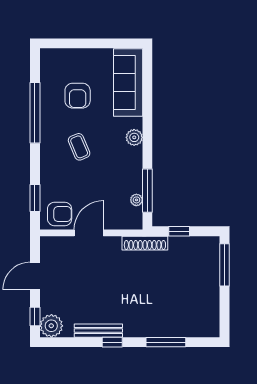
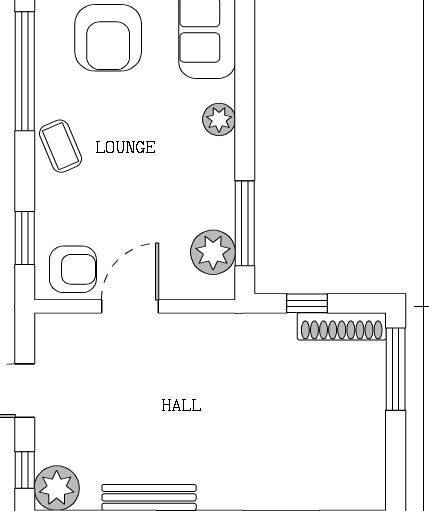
armchair: (78, 96) -> (108, 38), width x1.36, depth x1.36
coffee table: (79, 147) -> (60, 146), moved
plant: (136, 200) -> (213, 252), width x1.88, depth x1.88
shoe rack: (145, 243) -> (342, 326), moved

